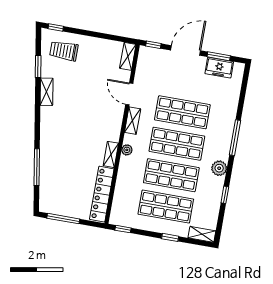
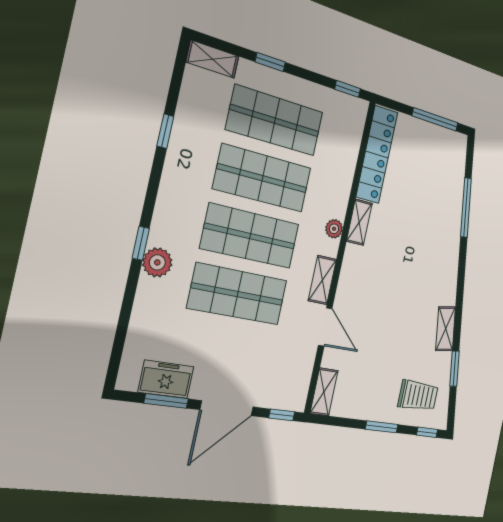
window: (88, 33) -> (382, 427), added
window: (235, 138) -> (141, 243), width x0.46
plant: (219, 168) -> (157, 262), moved

